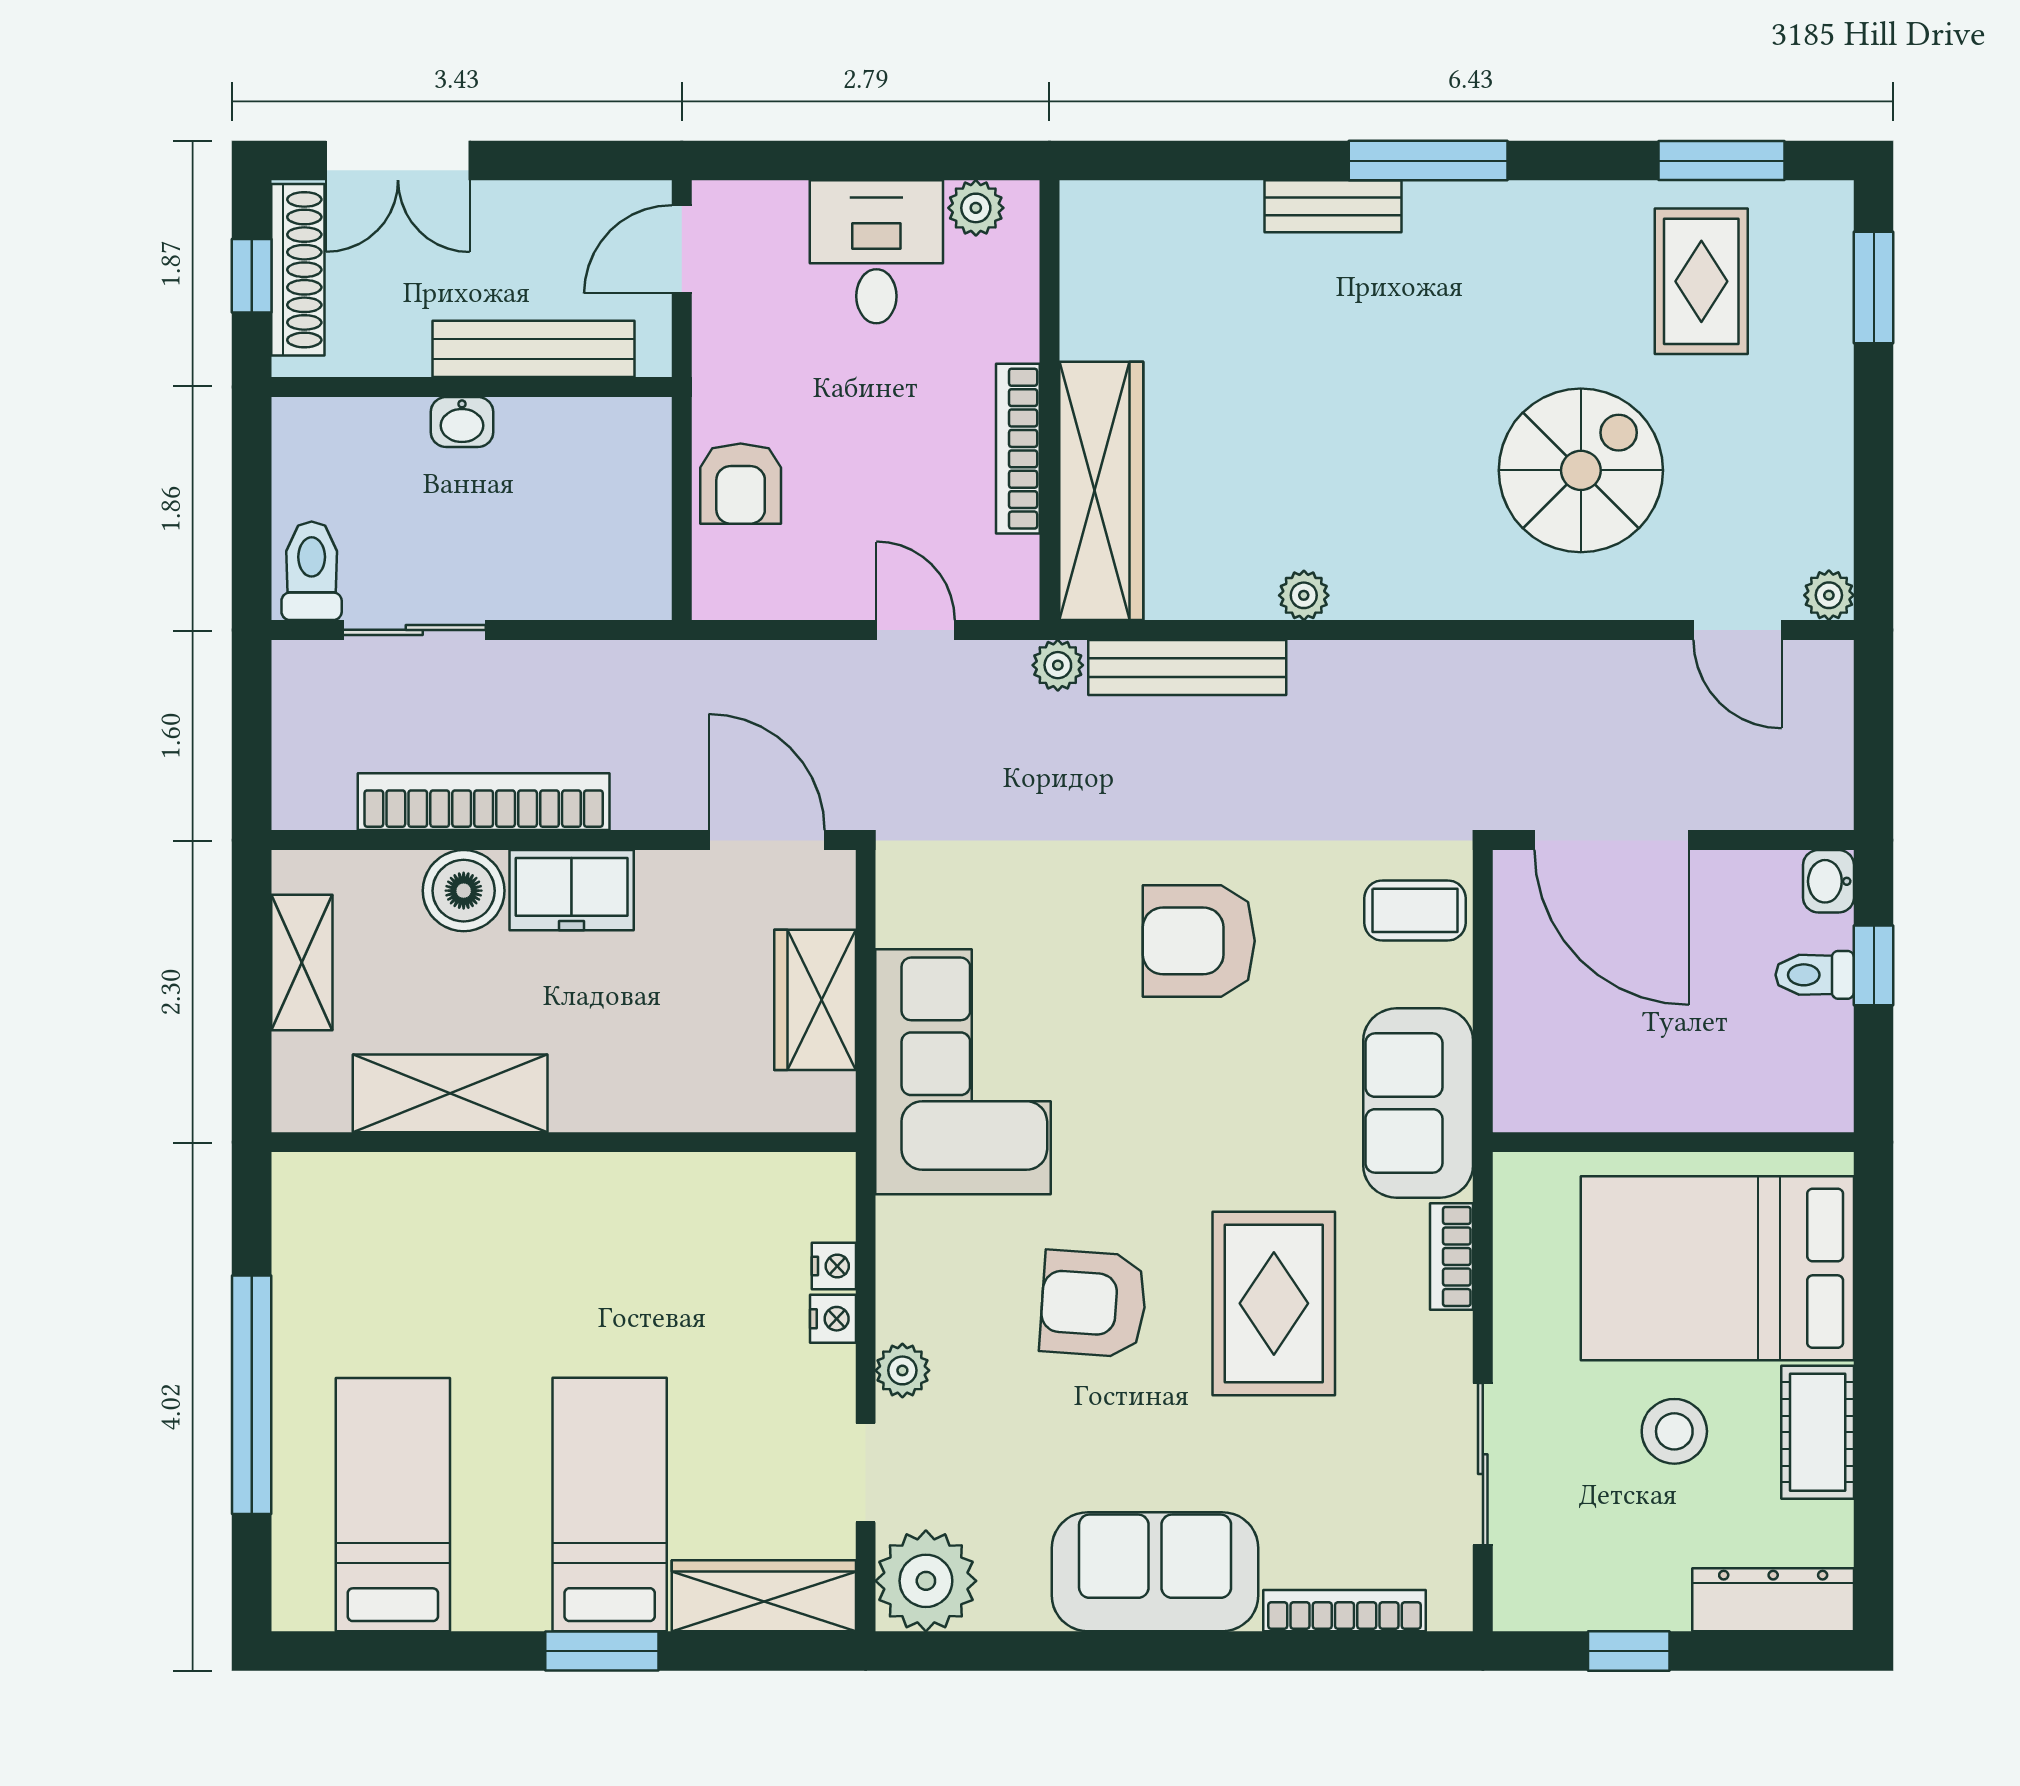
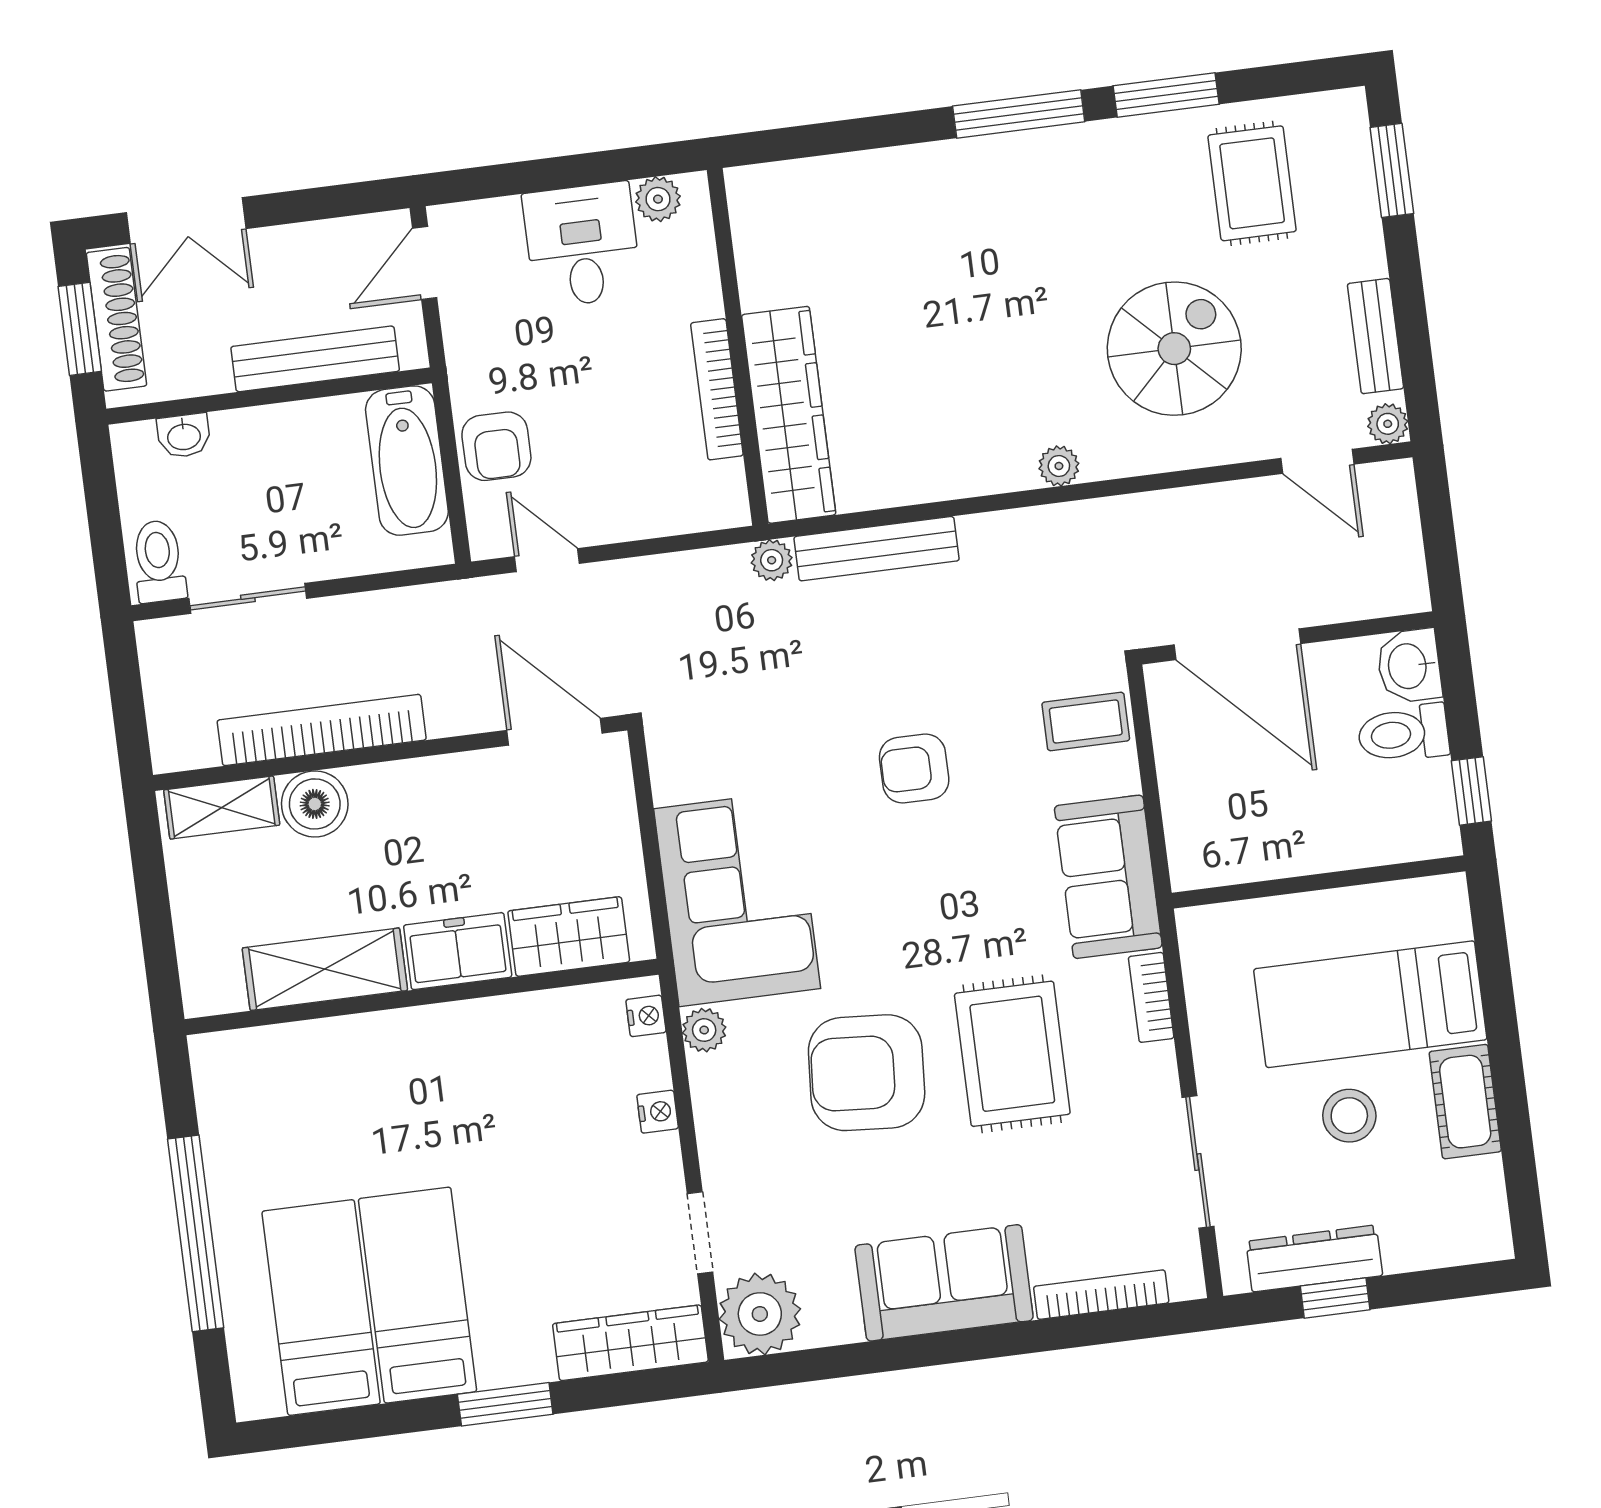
window: (1721, 161) -> (1166, 95), moved
bench: (1333, 206) -> (1375, 336), moved, turned 90
window: (252, 276) -> (80, 329), width x1.50
washbasin: (462, 422) -> (184, 436), moved
bathtub: (629, 487) -> (407, 461), added
plant: (1304, 595) -> (1059, 466), moved
door: (916, 630) -> (547, 560), moved
washbasin: (1828, 881) -> (1409, 666), width x1.38, depth x1.45
freezer: (572, 890) -> (458, 951), moved, turned 180
armchair: (1199, 941) -> (914, 768), width x0.72, depth x0.72
shelving: (302, 963) -> (222, 808), moved, turned 90
window: (1874, 965) -> (1471, 791), moved
toilet: (1815, 975) -> (1403, 734), width x1.37, depth x1.39
wardrobe: (815, 1000) -> (569, 936), moved, turned 90
nightstand: (834, 1266) -> (646, 1016), moved
bed: (1717, 1268) -> (1370, 1004), width x0.67
armchair: (1093, 1304) -> (867, 1073), width x1.36, depth x1.36
plant: (902, 1370) -> (704, 1030), moved
bed: (610, 1504) -> (418, 1295), moved
dresser: (1773, 1600) -> (1314, 1258), moved

